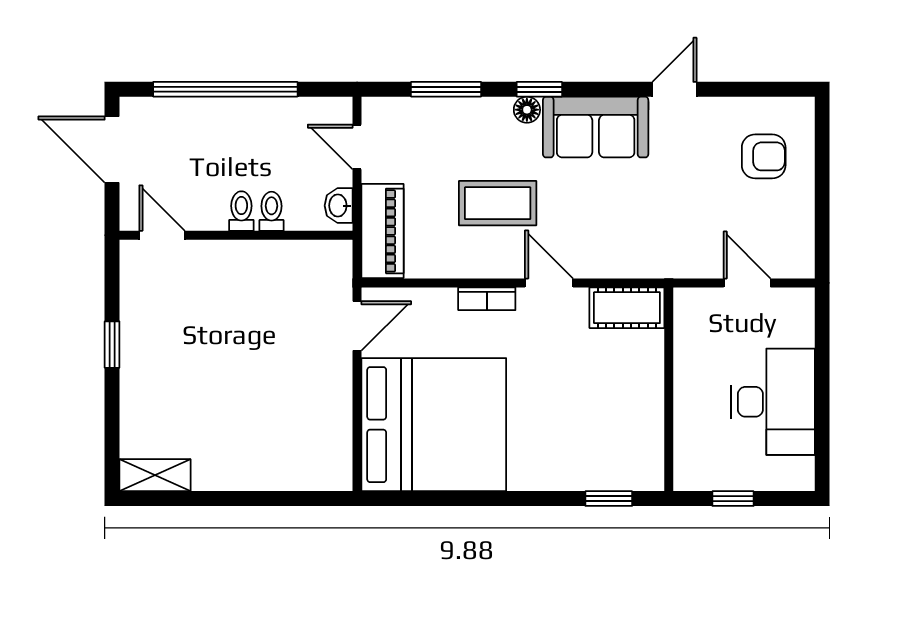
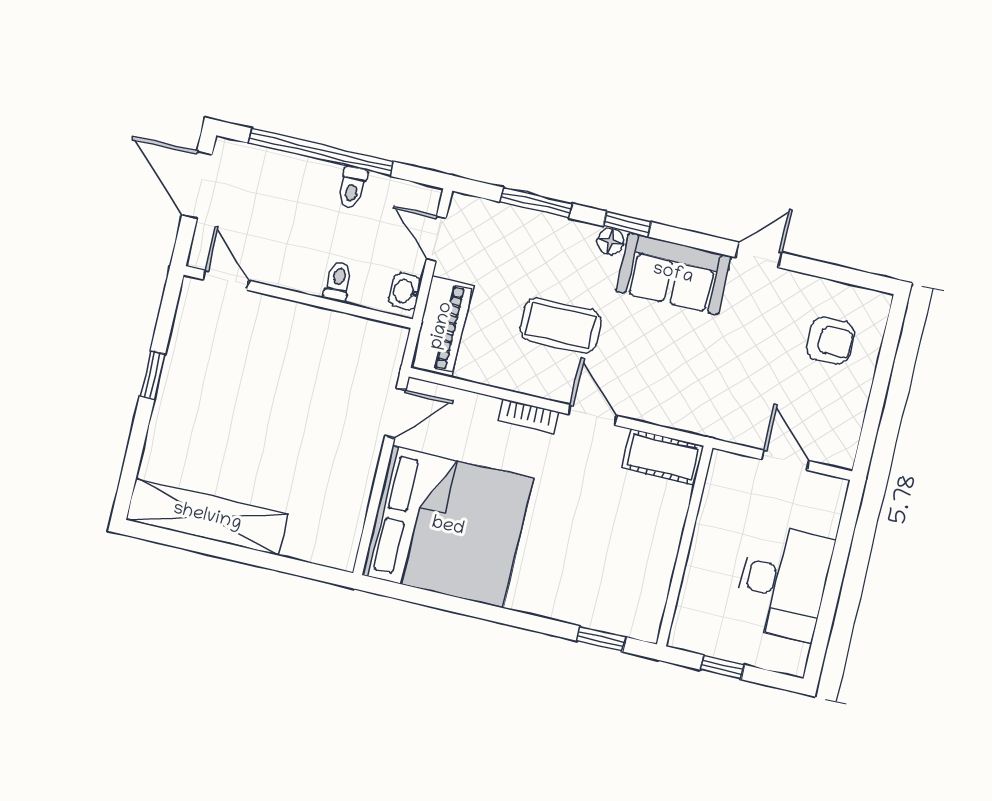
toilet: (241, 211) -> (352, 187), moved, turned 180
shelving: (155, 475) -> (207, 517), width x2.20, depth x1.33

